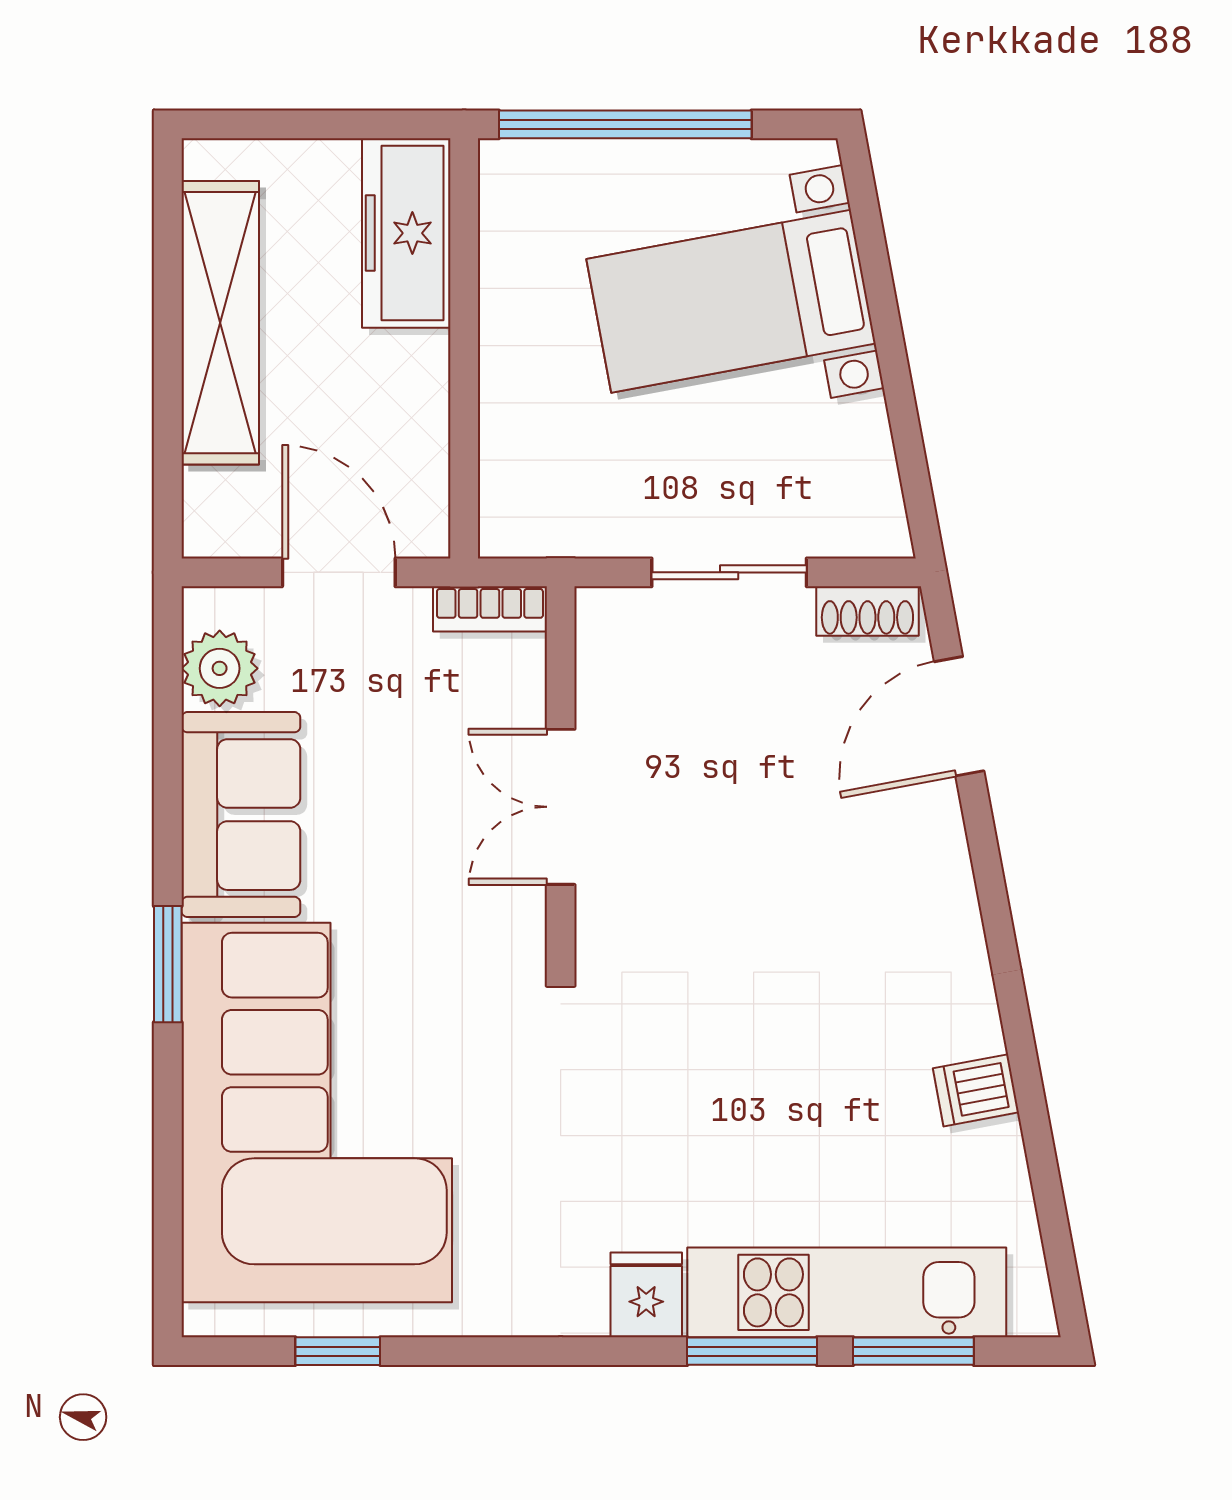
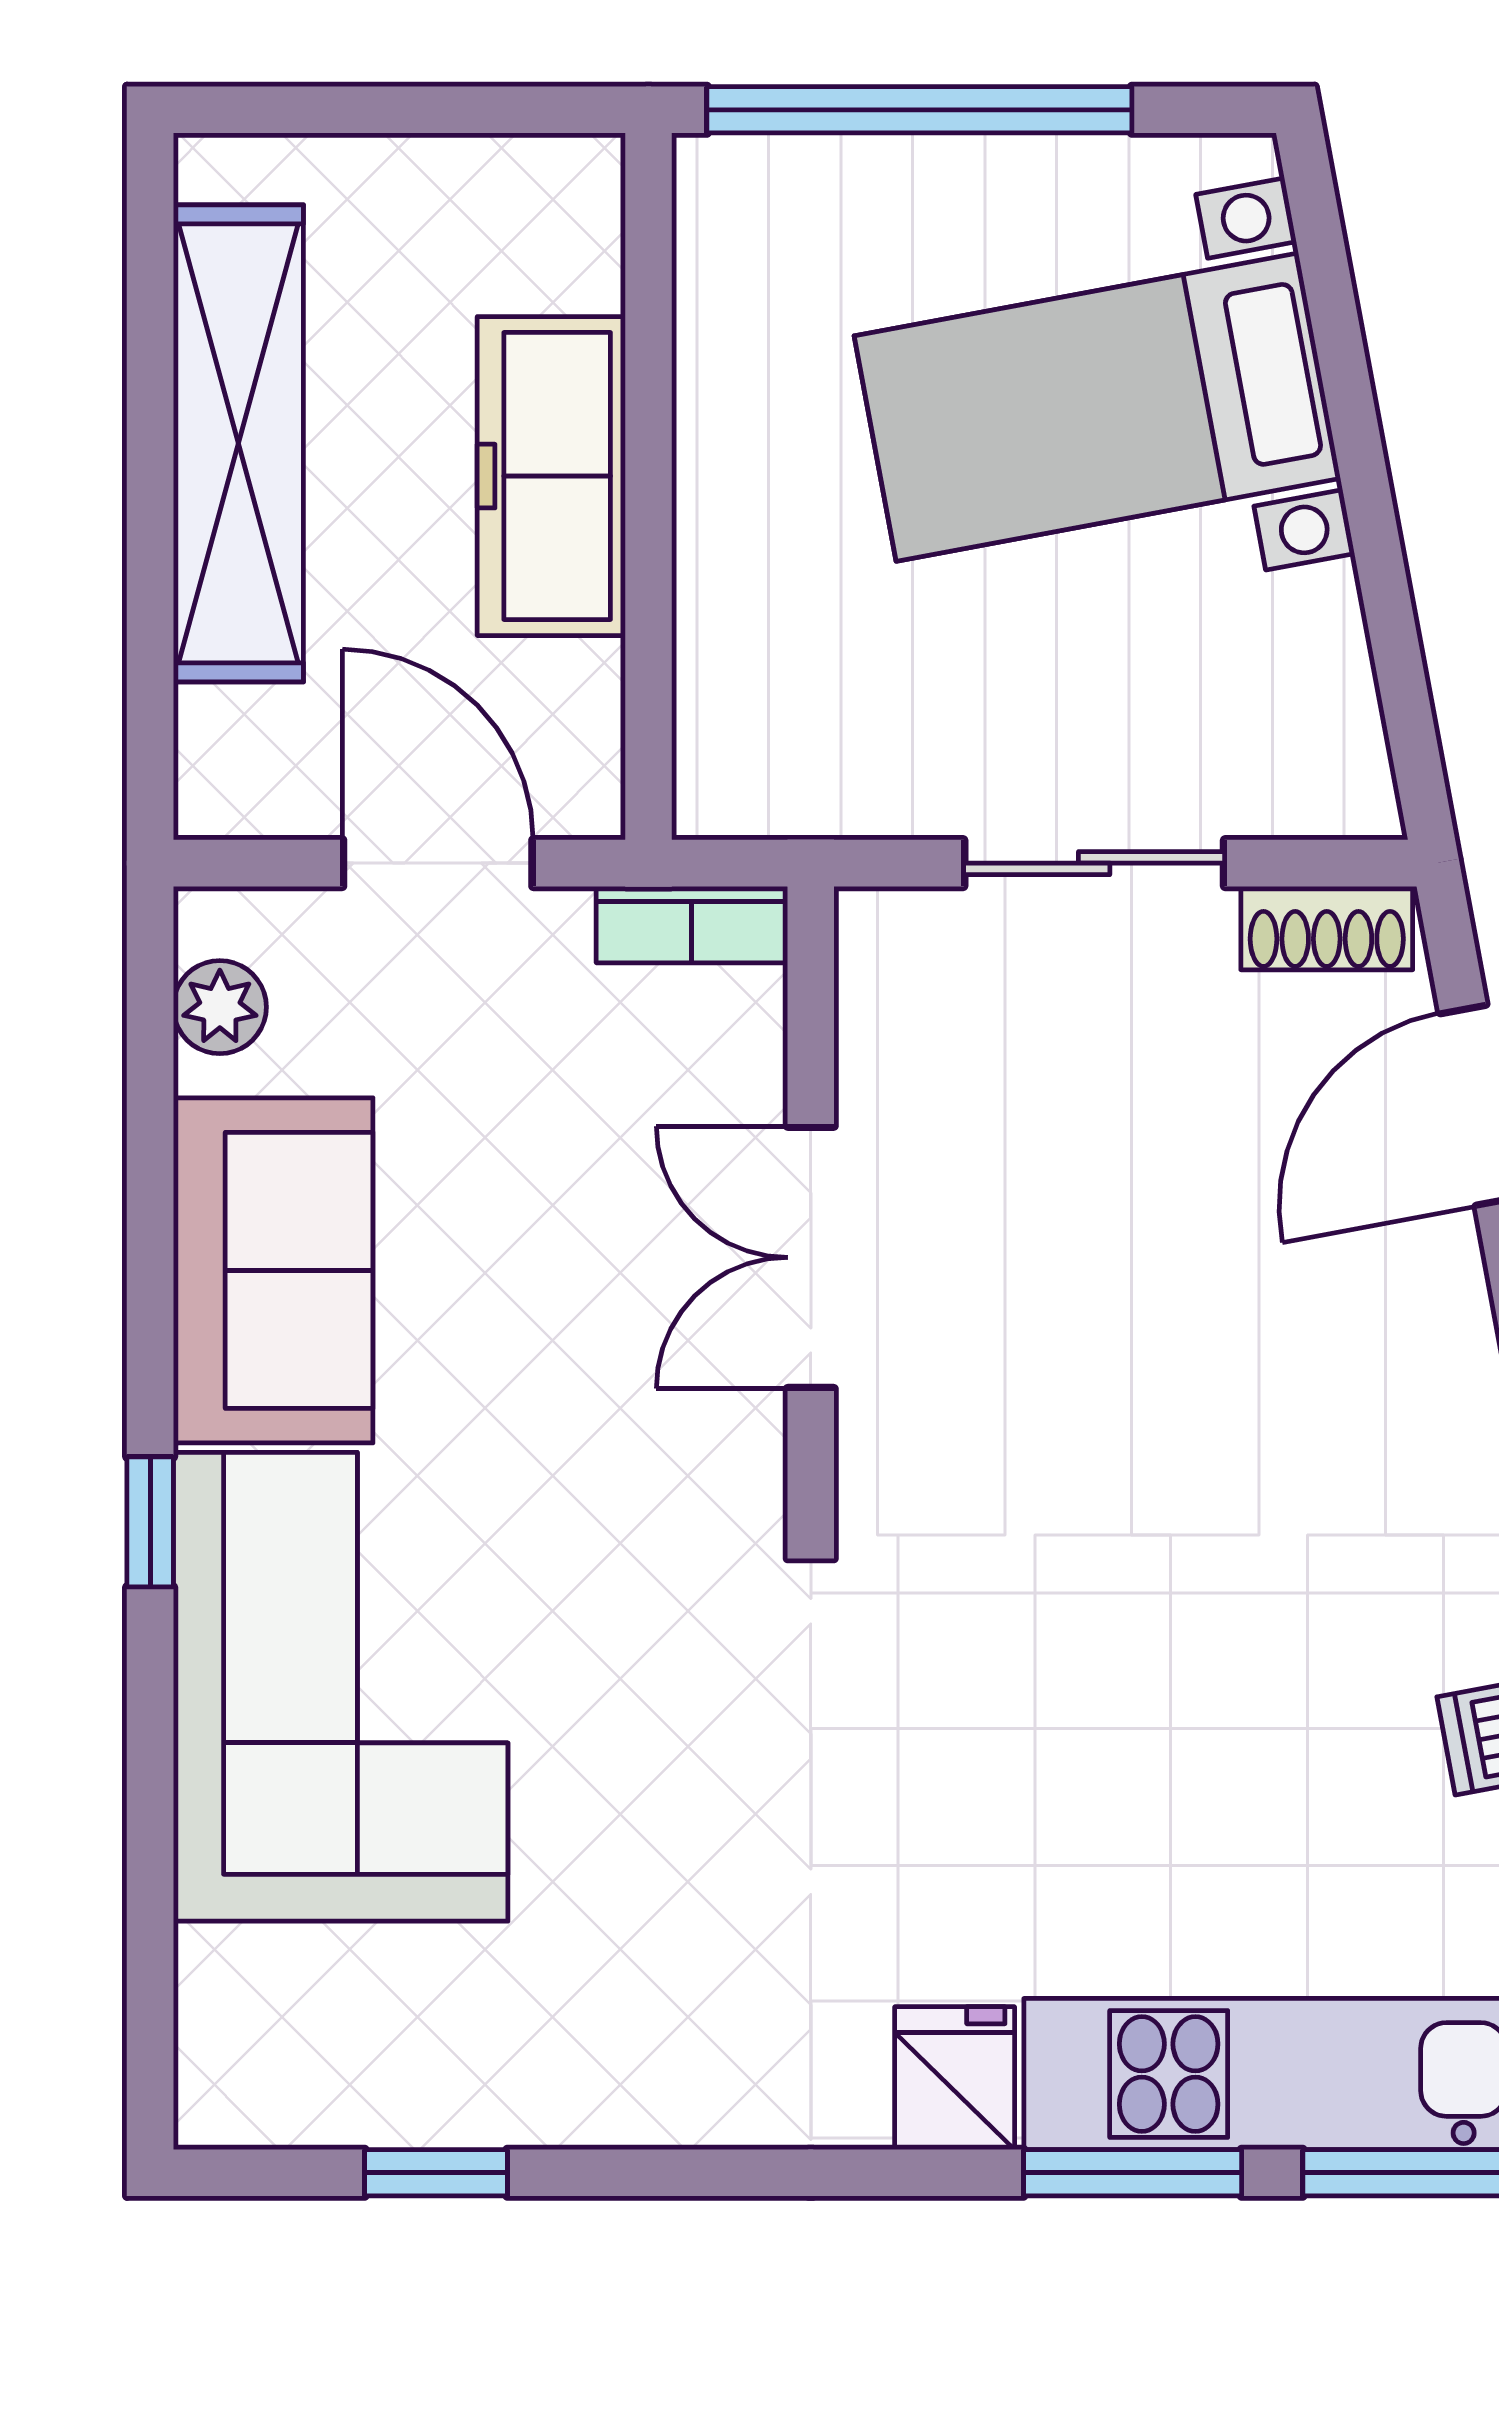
freezer: (406, 233) -> (551, 476), moved
plant: (220, 668) -> (220, 1007), width x0.73, depth x0.73
window: (168, 964) -> (150, 1522), width x0.67
corner sofa: (317, 1113) -> (341, 1687), width x0.73, depth x0.74

